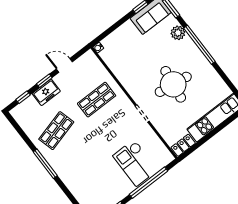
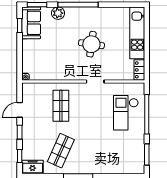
round table: (173, 84) -> (91, 44), width x0.73, depth x0.73
freezer: (46, 92) -> (33, 167), moved, turned -90
shop shelf: (56, 131) -> (61, 151), turned 39
checkout: (135, 163) -> (126, 113), turned 90

